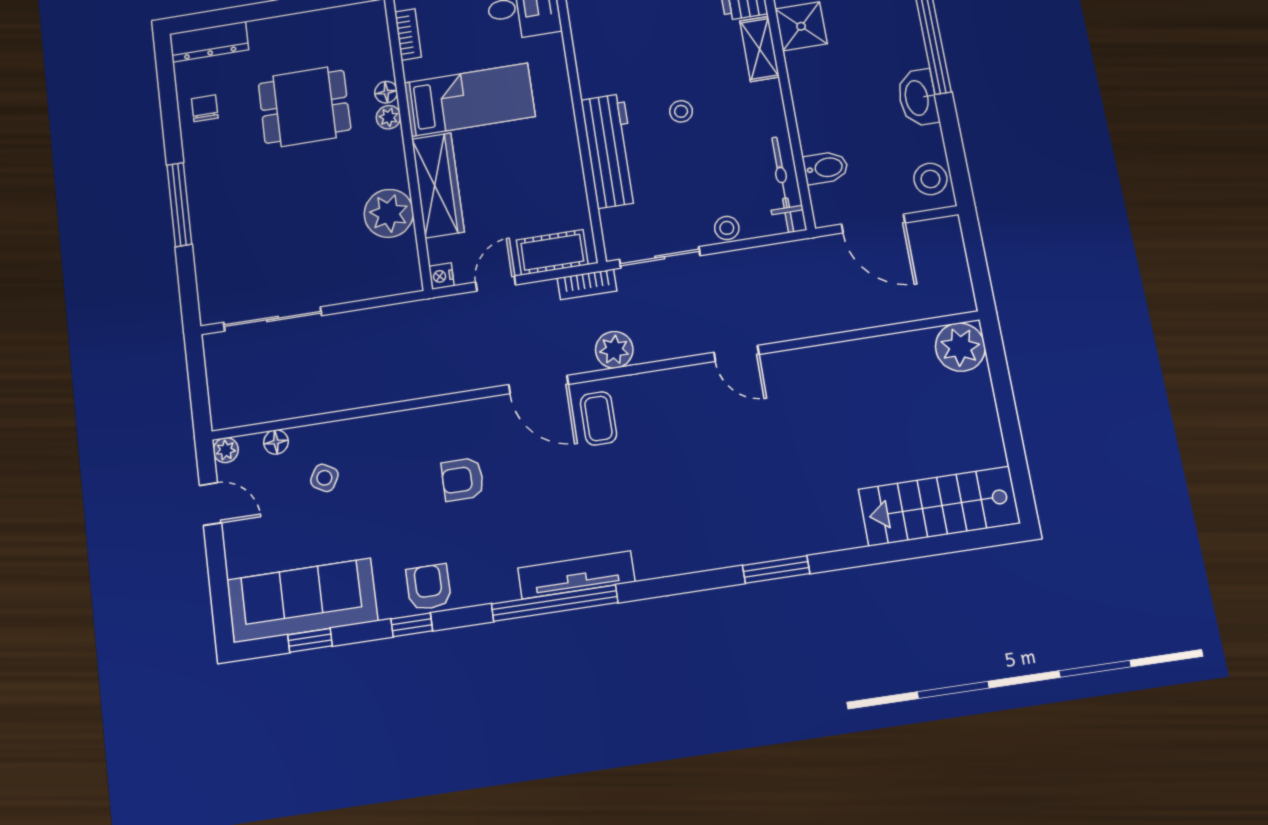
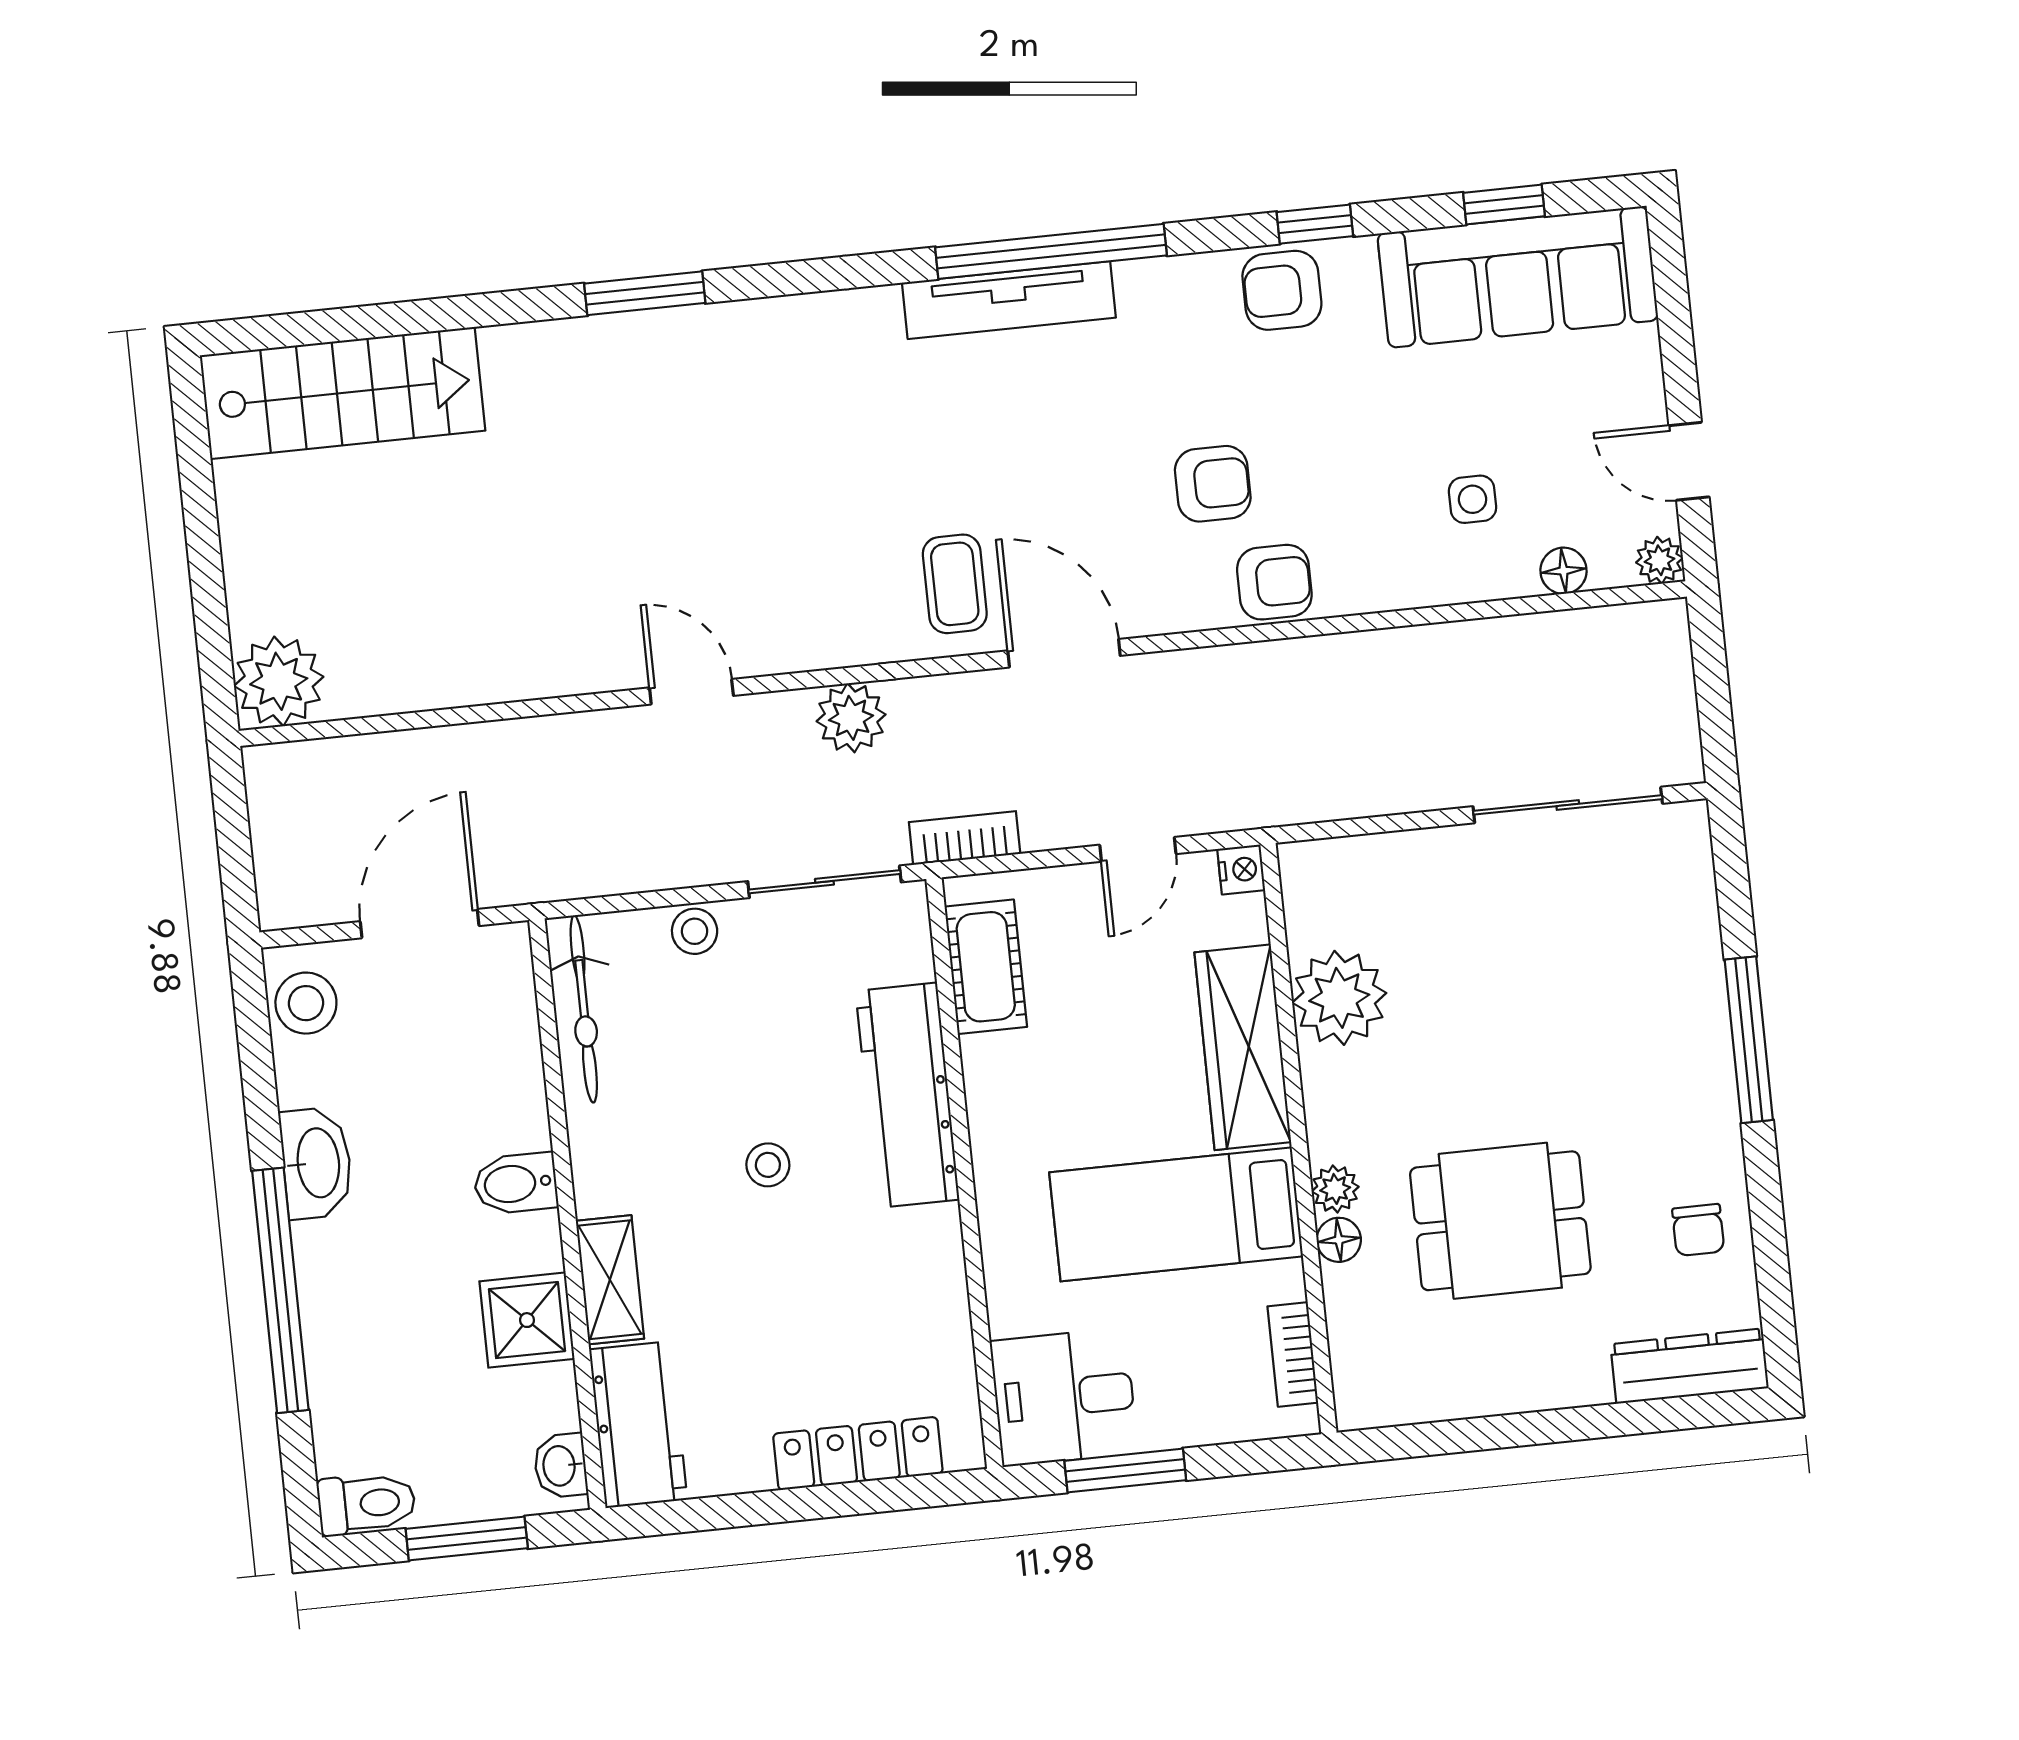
bidet: (826, 168) -> (516, 1183), moved
door: (873, 224) -> (420, 924), hinge flipped
cot: (552, 252) -> (986, 967), moved, turned 90
plant: (614, 350) -> (851, 718), moved
armchair: (428, 428) -> (1274, 582), added
side table: (324, 478) -> (1473, 499), turned -30
armchair: (429, 587) -> (1282, 290), turned 90

